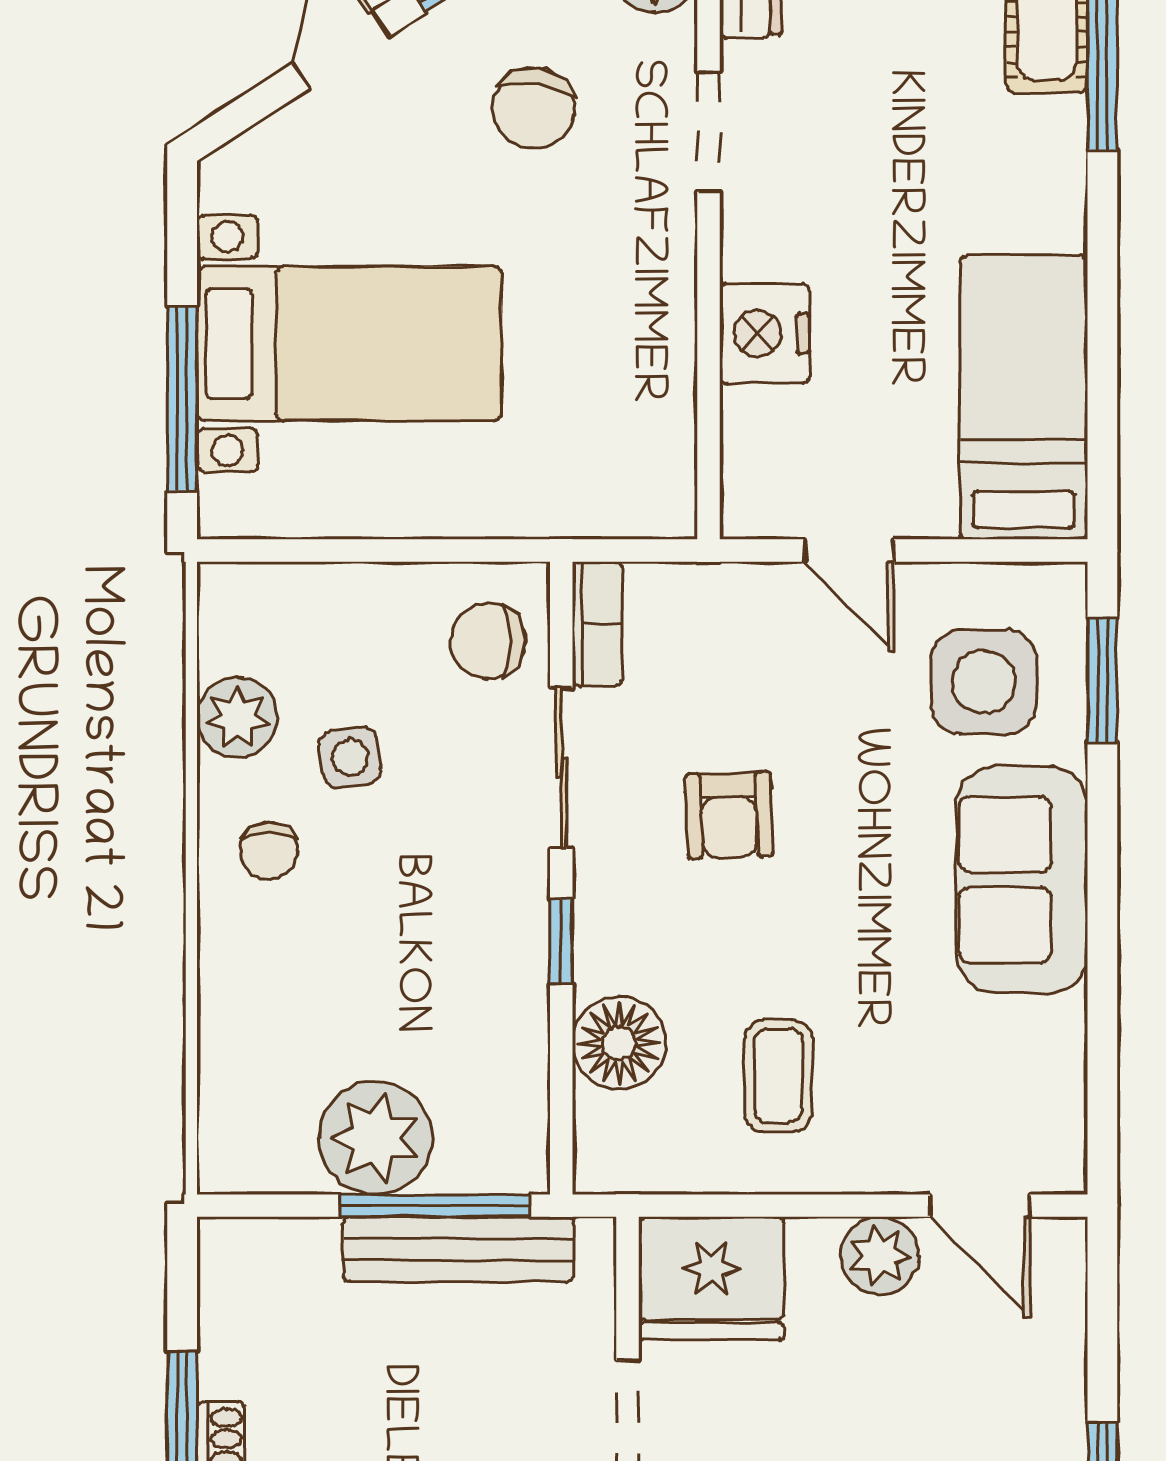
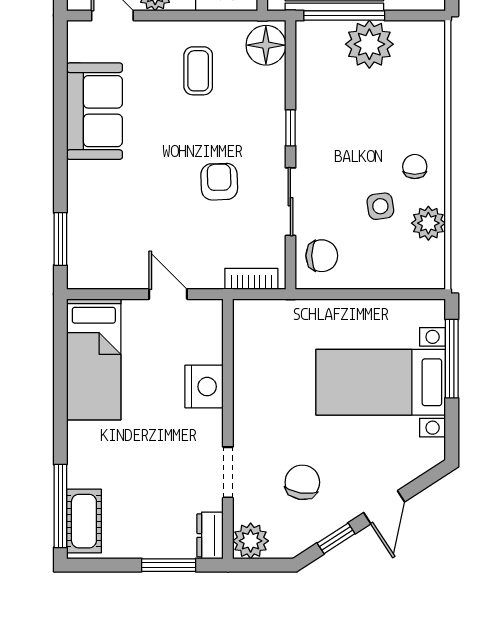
bookcase: (597, 624) -> (251, 279), moved, turned 90
side table: (984, 682) -> (111, 238), removed
sofa: (1022, 880) -> (94, 111), moved
floor lamp: (619, 1043) -> (266, 45), moved

